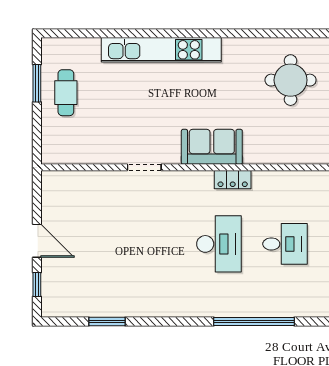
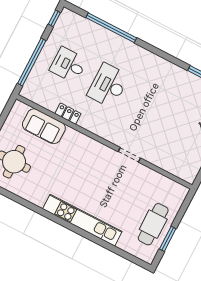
cafe table: (66, 93) -> (153, 224), width x1.37, depth x1.35
sofa: (212, 147) -> (44, 126), moved
locker: (233, 180) -> (68, 114), moved

